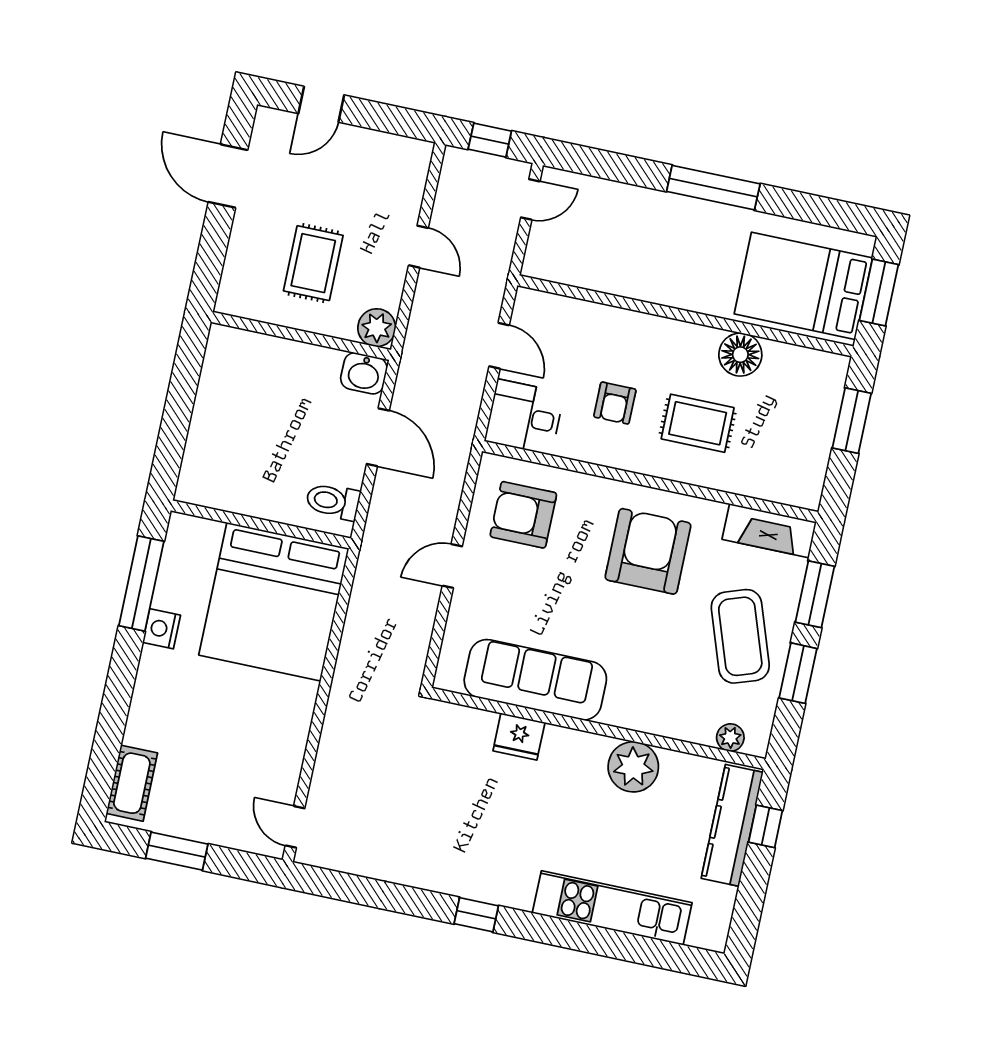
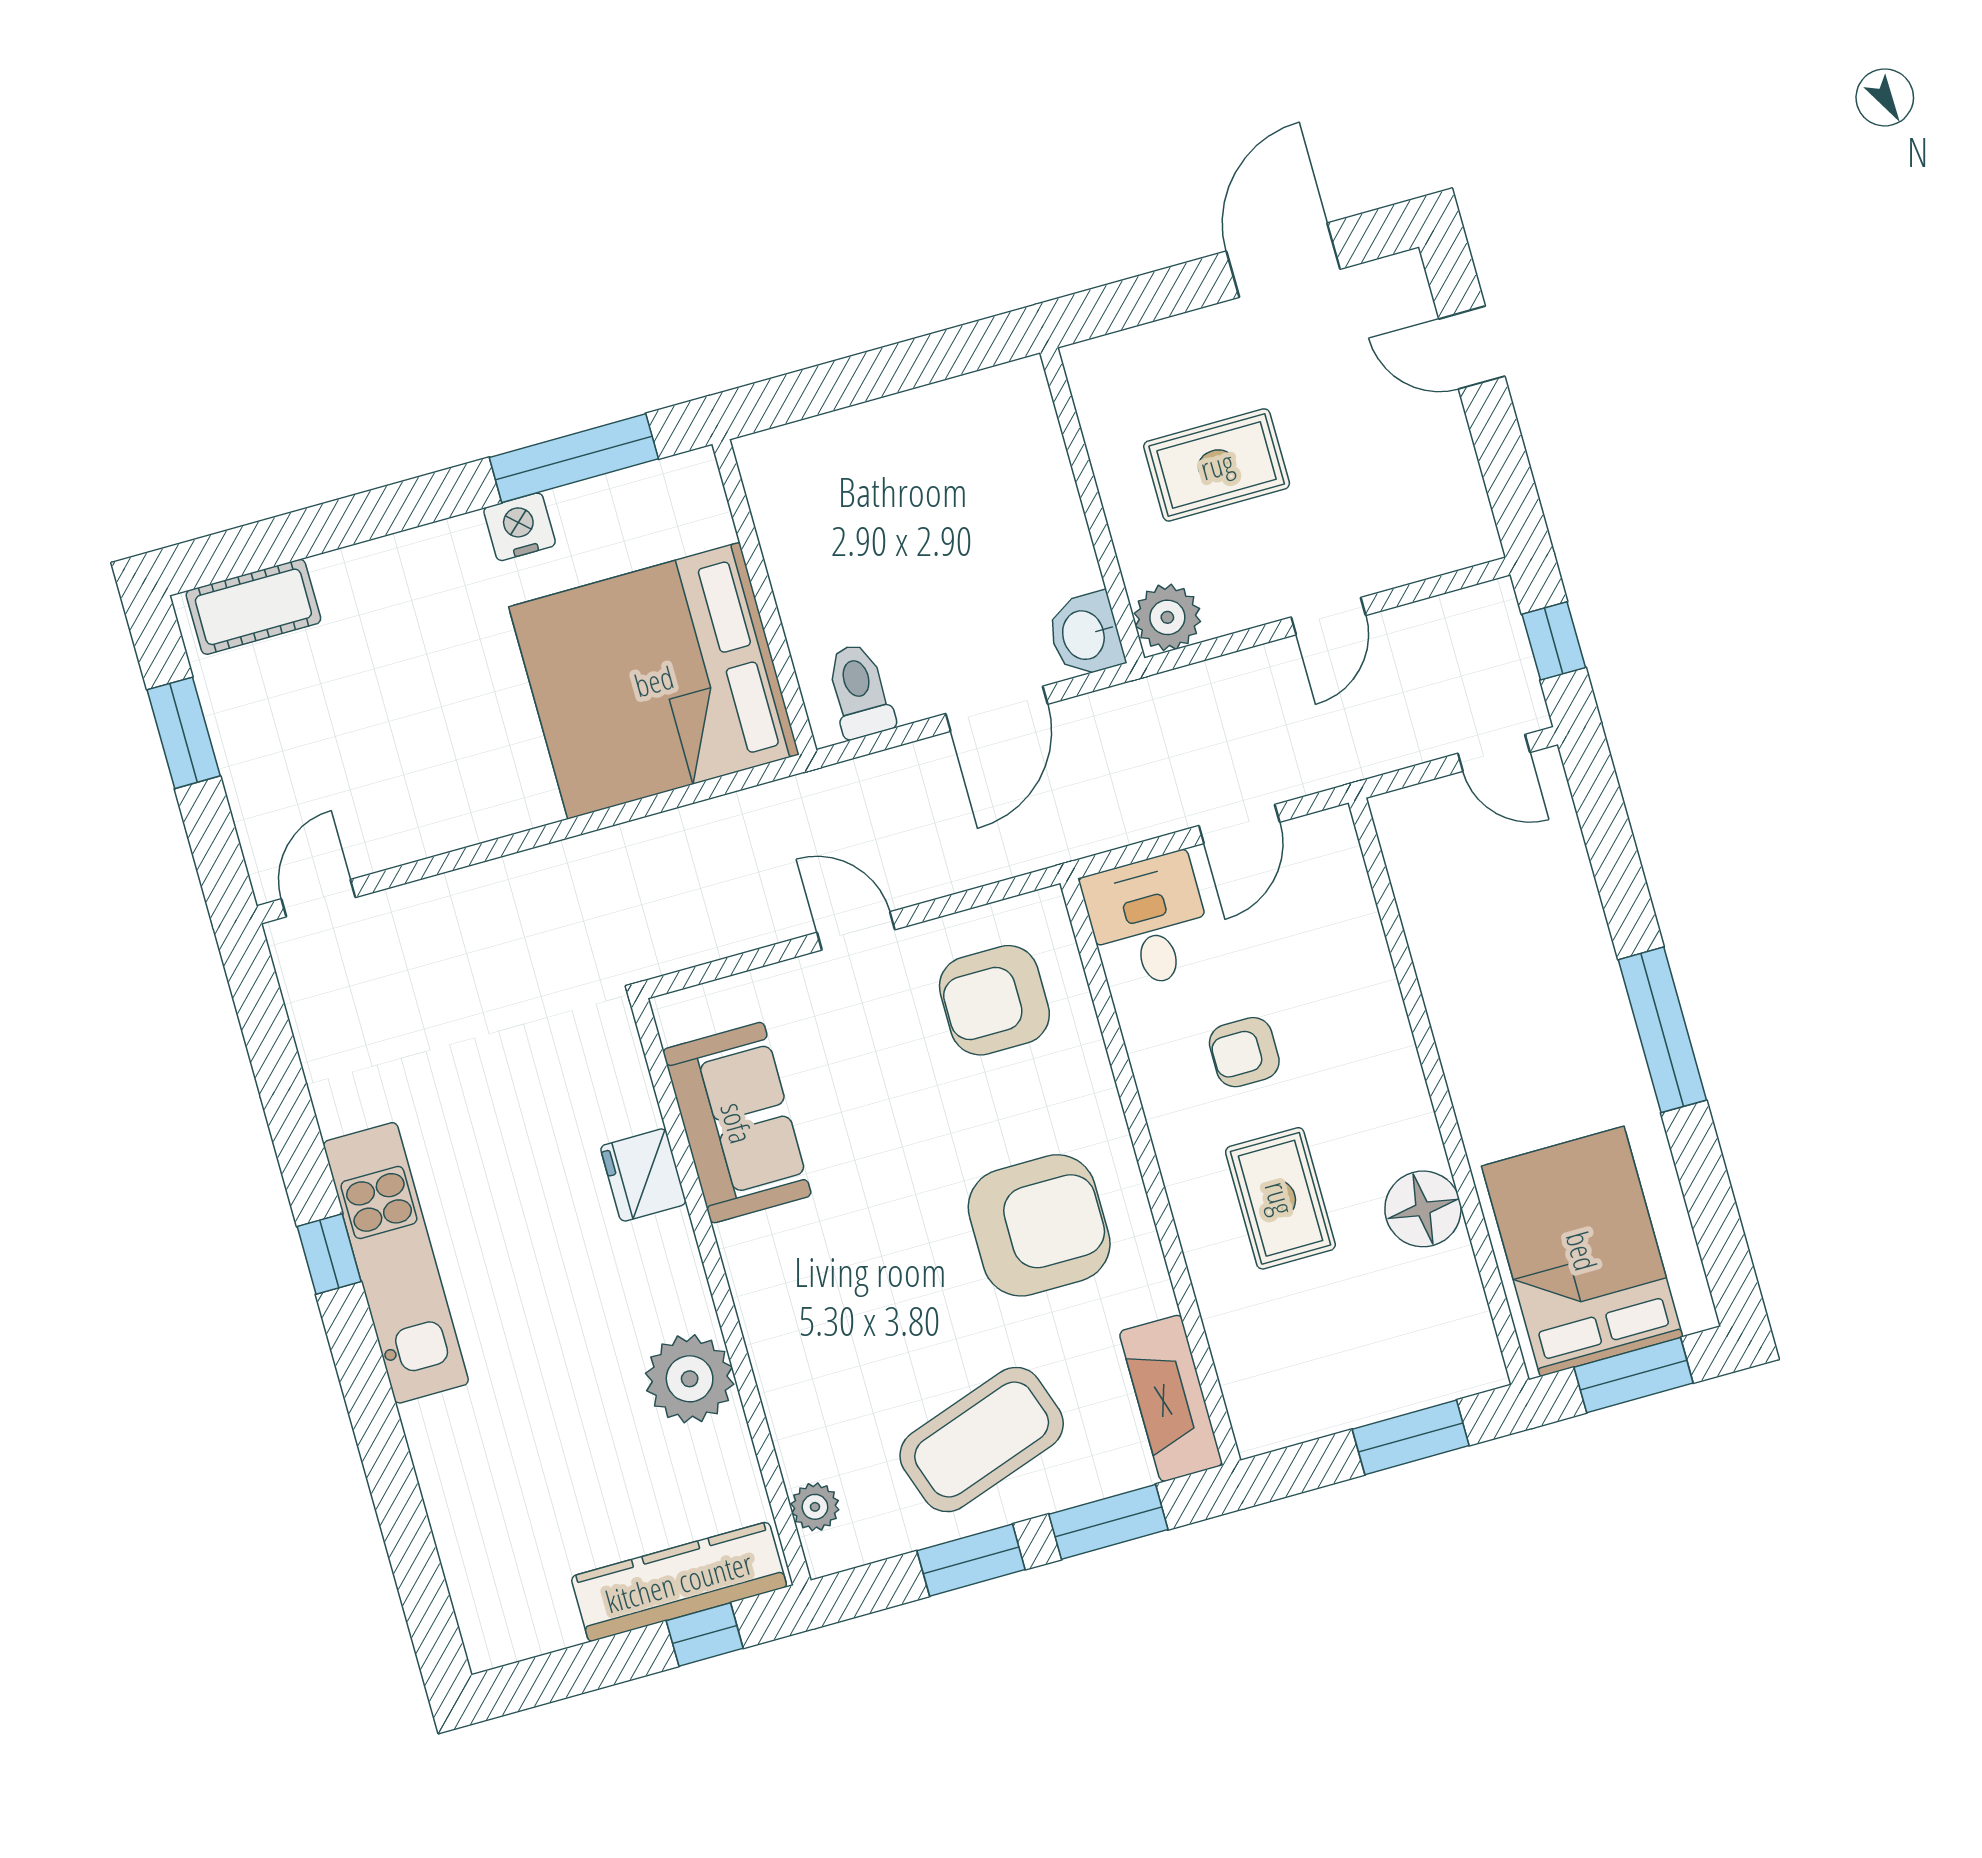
armchair: (523, 515) -> (994, 1000), turned -90
sofa: (535, 680) -> (737, 1123), width x0.73
kitchen unit: (612, 908) -> (396, 1263), moved

